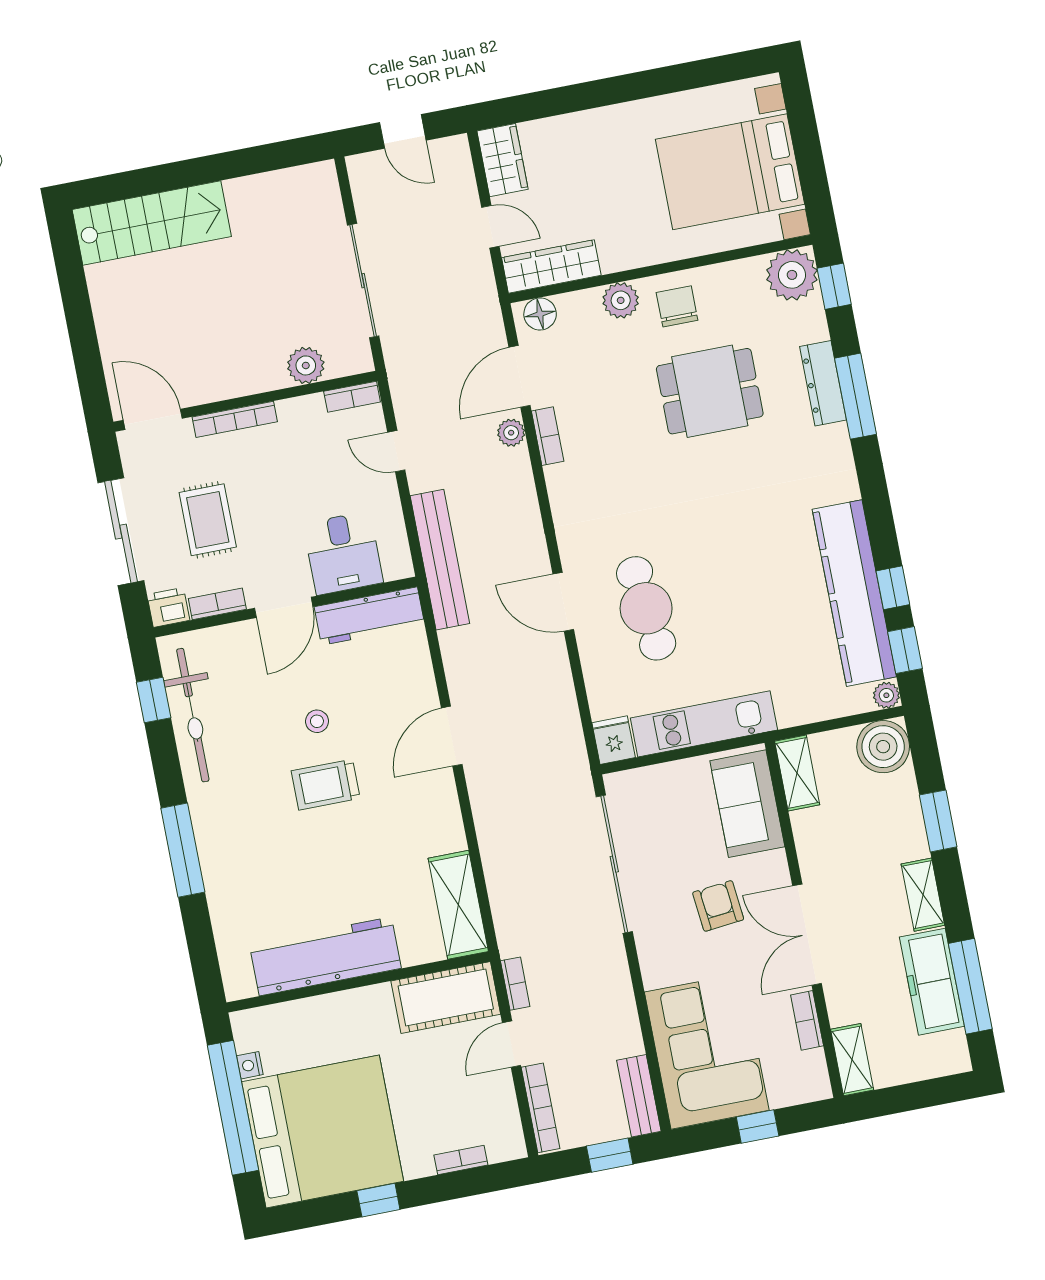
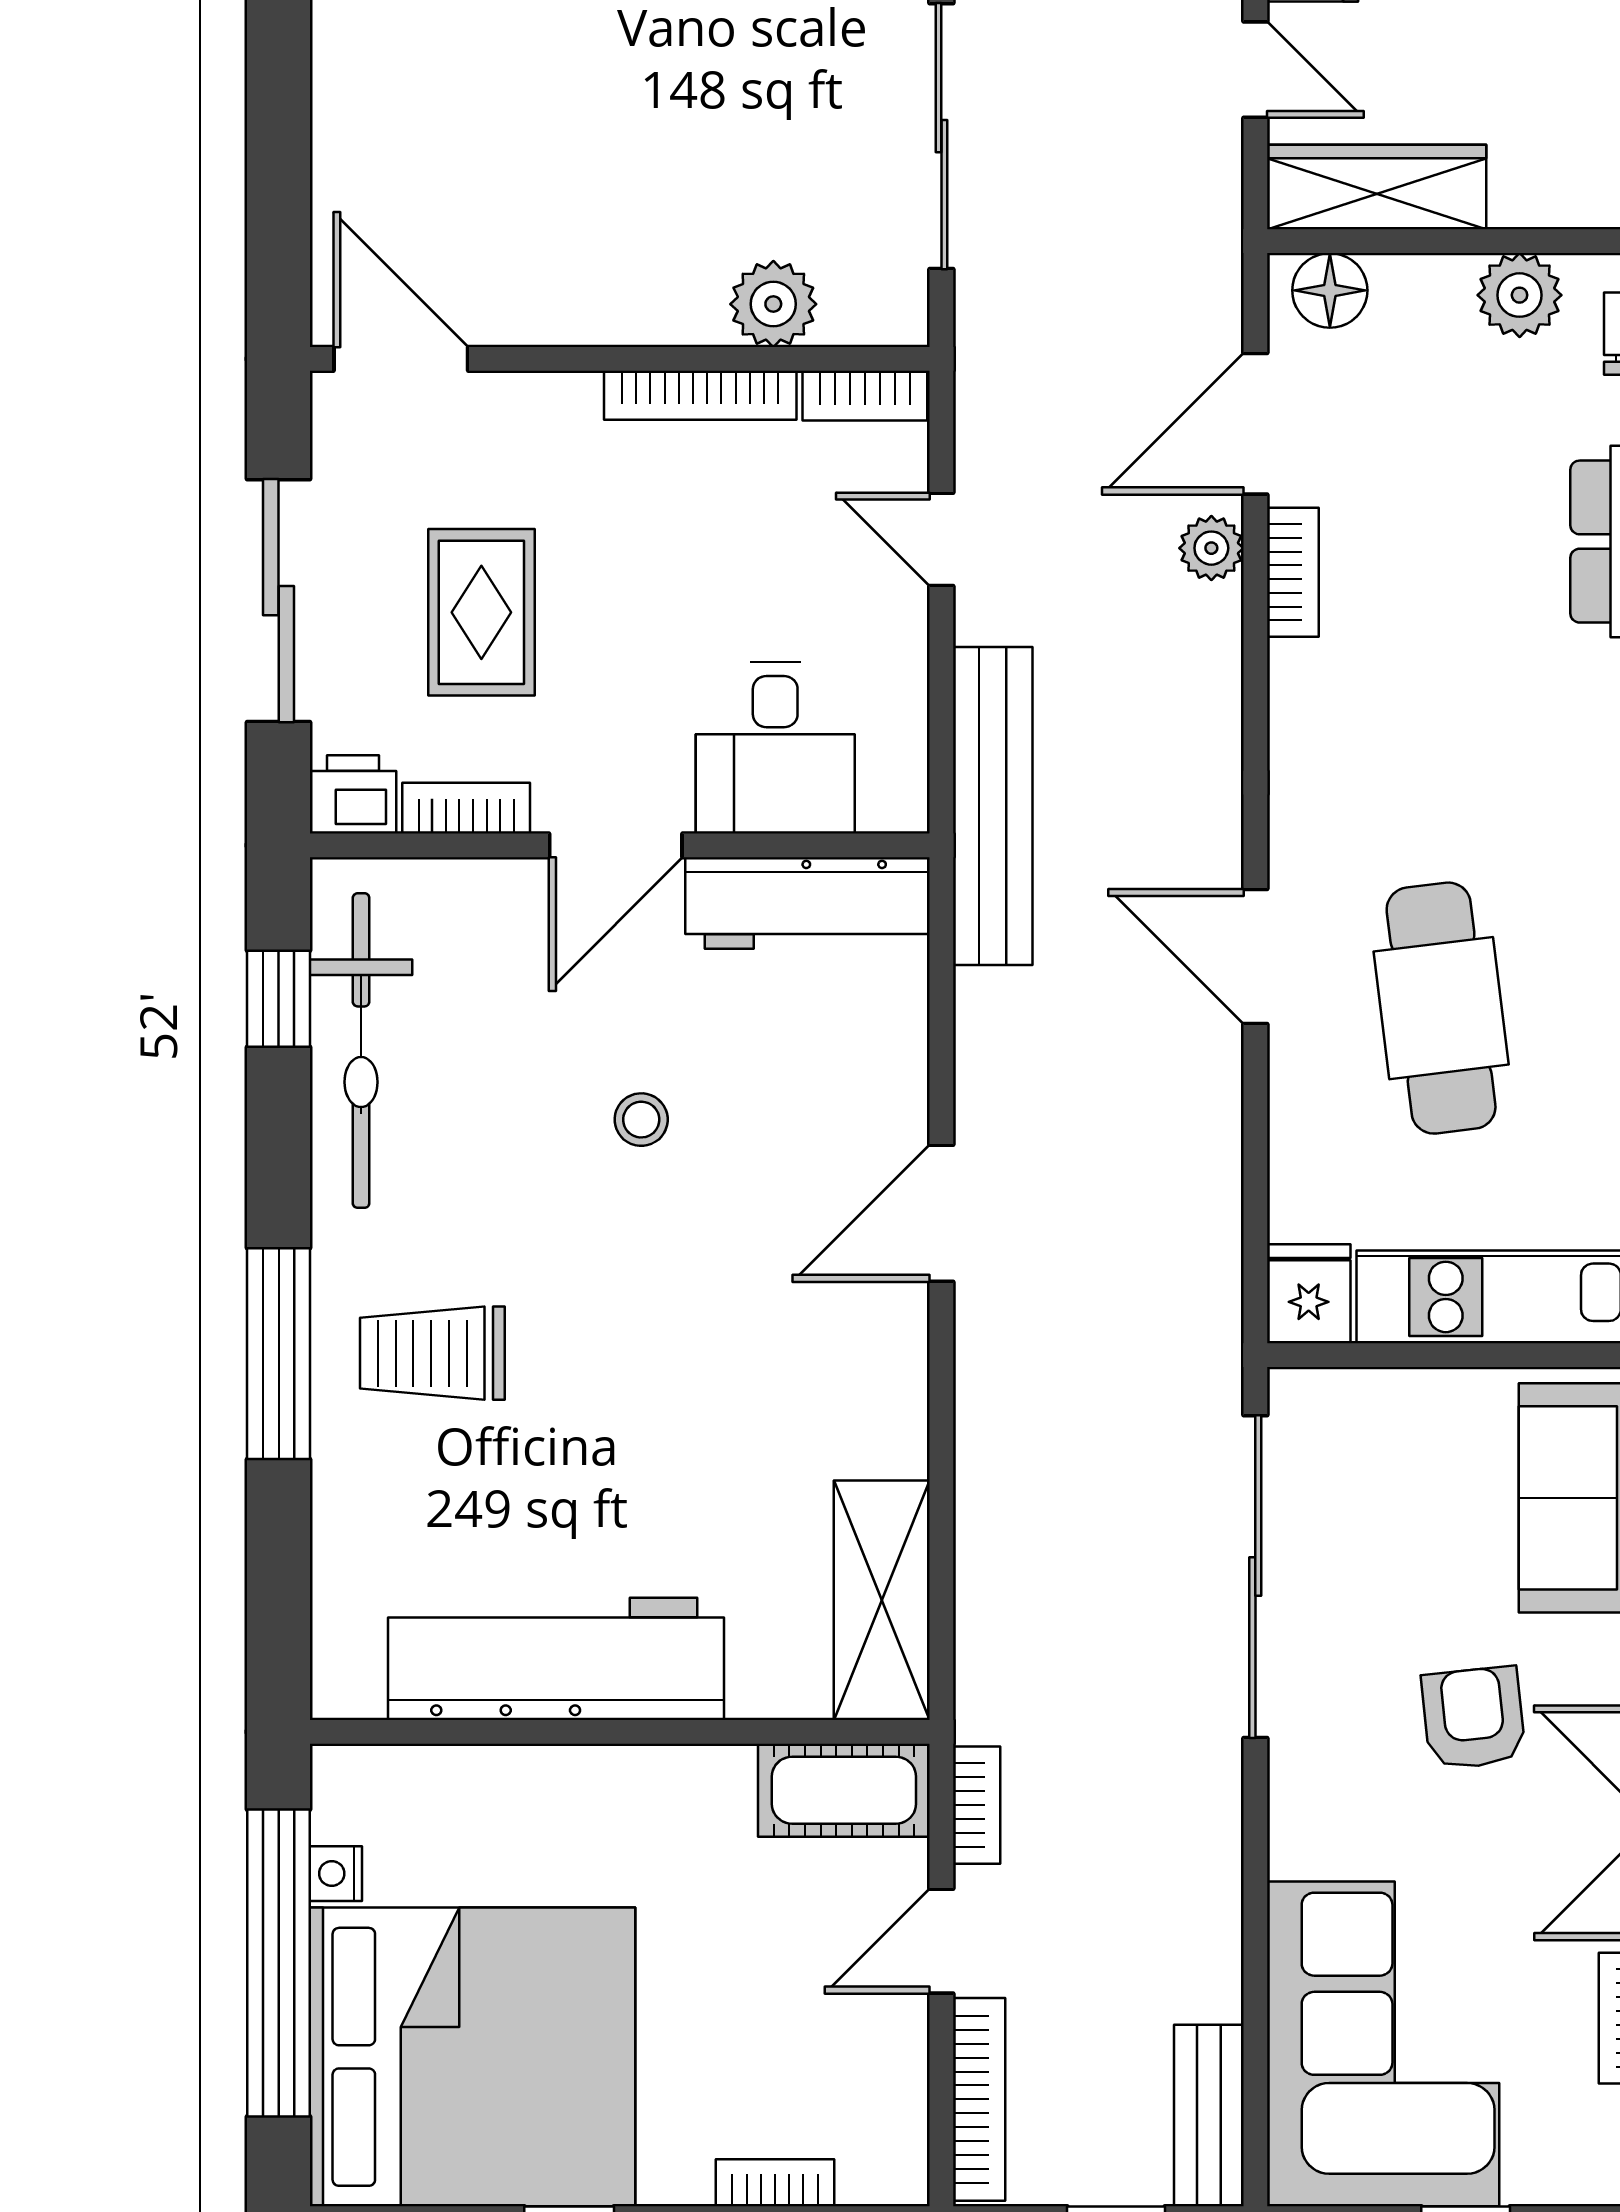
bookcase: (235, 419) -> (700, 395), moved
trolley: (326, 785) -> (432, 1353), moved
cot: (446, 998) -> (844, 1790), width x0.73, depth x0.75

